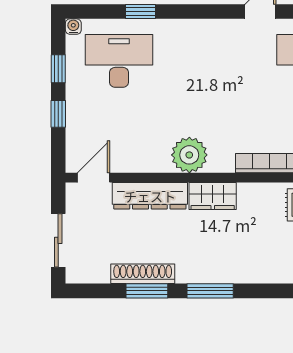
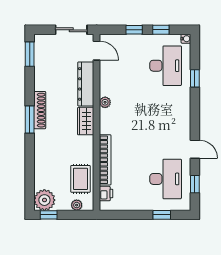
plant: (189, 155) -> (105, 102), width x0.53, depth x0.53
sliding door: (58, 240) -> (71, 30), moved
shoe rack: (143, 274) -> (40, 110), moved
window: (147, 291) -> (30, 54), moved

